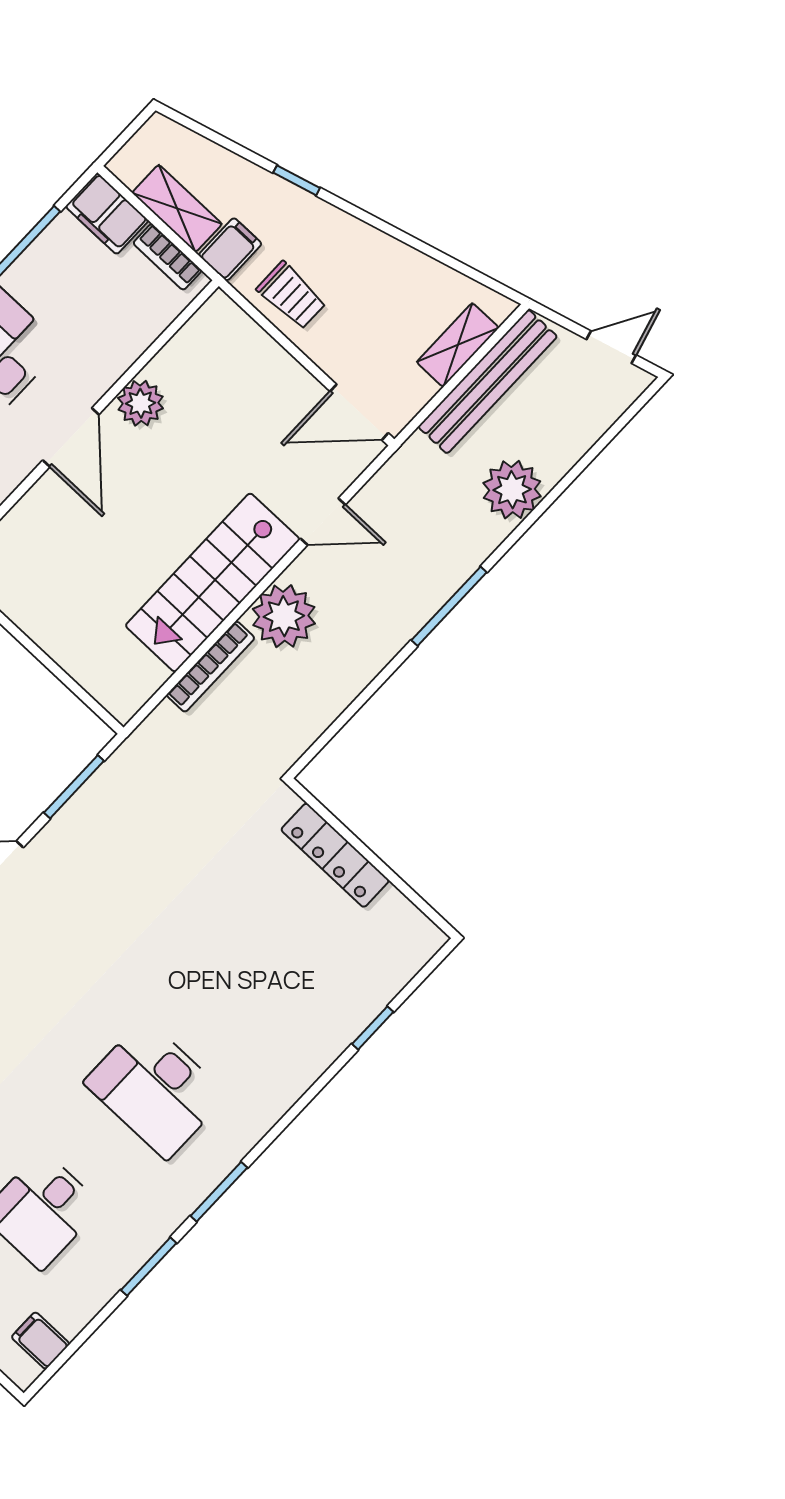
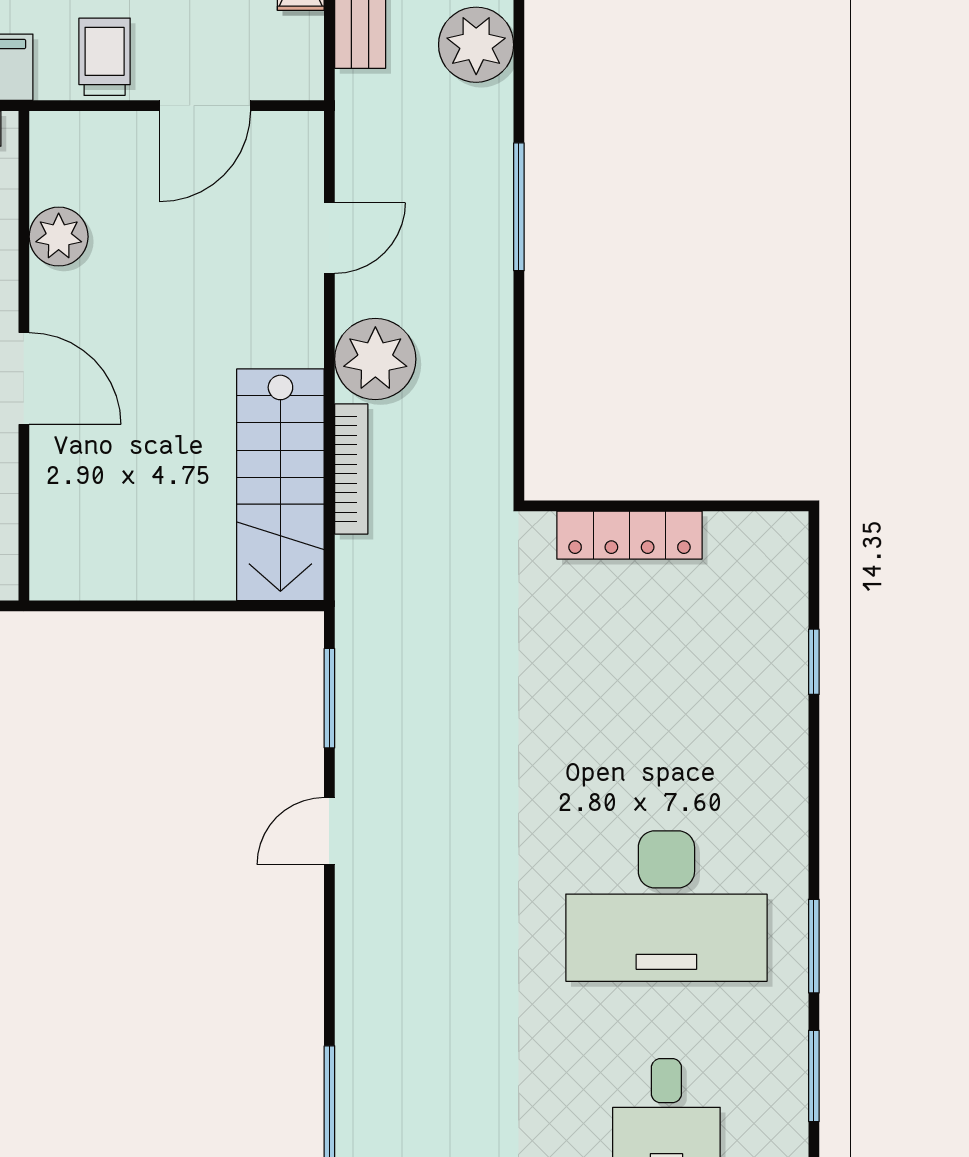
trolley: (291, 296) -> (105, 57), turned -90
plant: (141, 403) -> (59, 237), moved
door: (359, 412) -> (205, 106), moved
stairs: (213, 583) -> (280, 485), moved
desk: (156, 1089) -> (666, 906), width x1.36, depth x1.30

